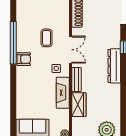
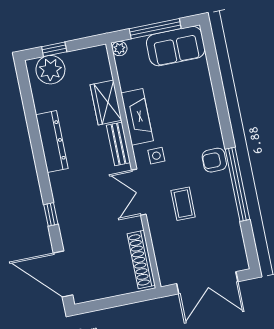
dresser: (114, 66) -> (52, 142), moved

